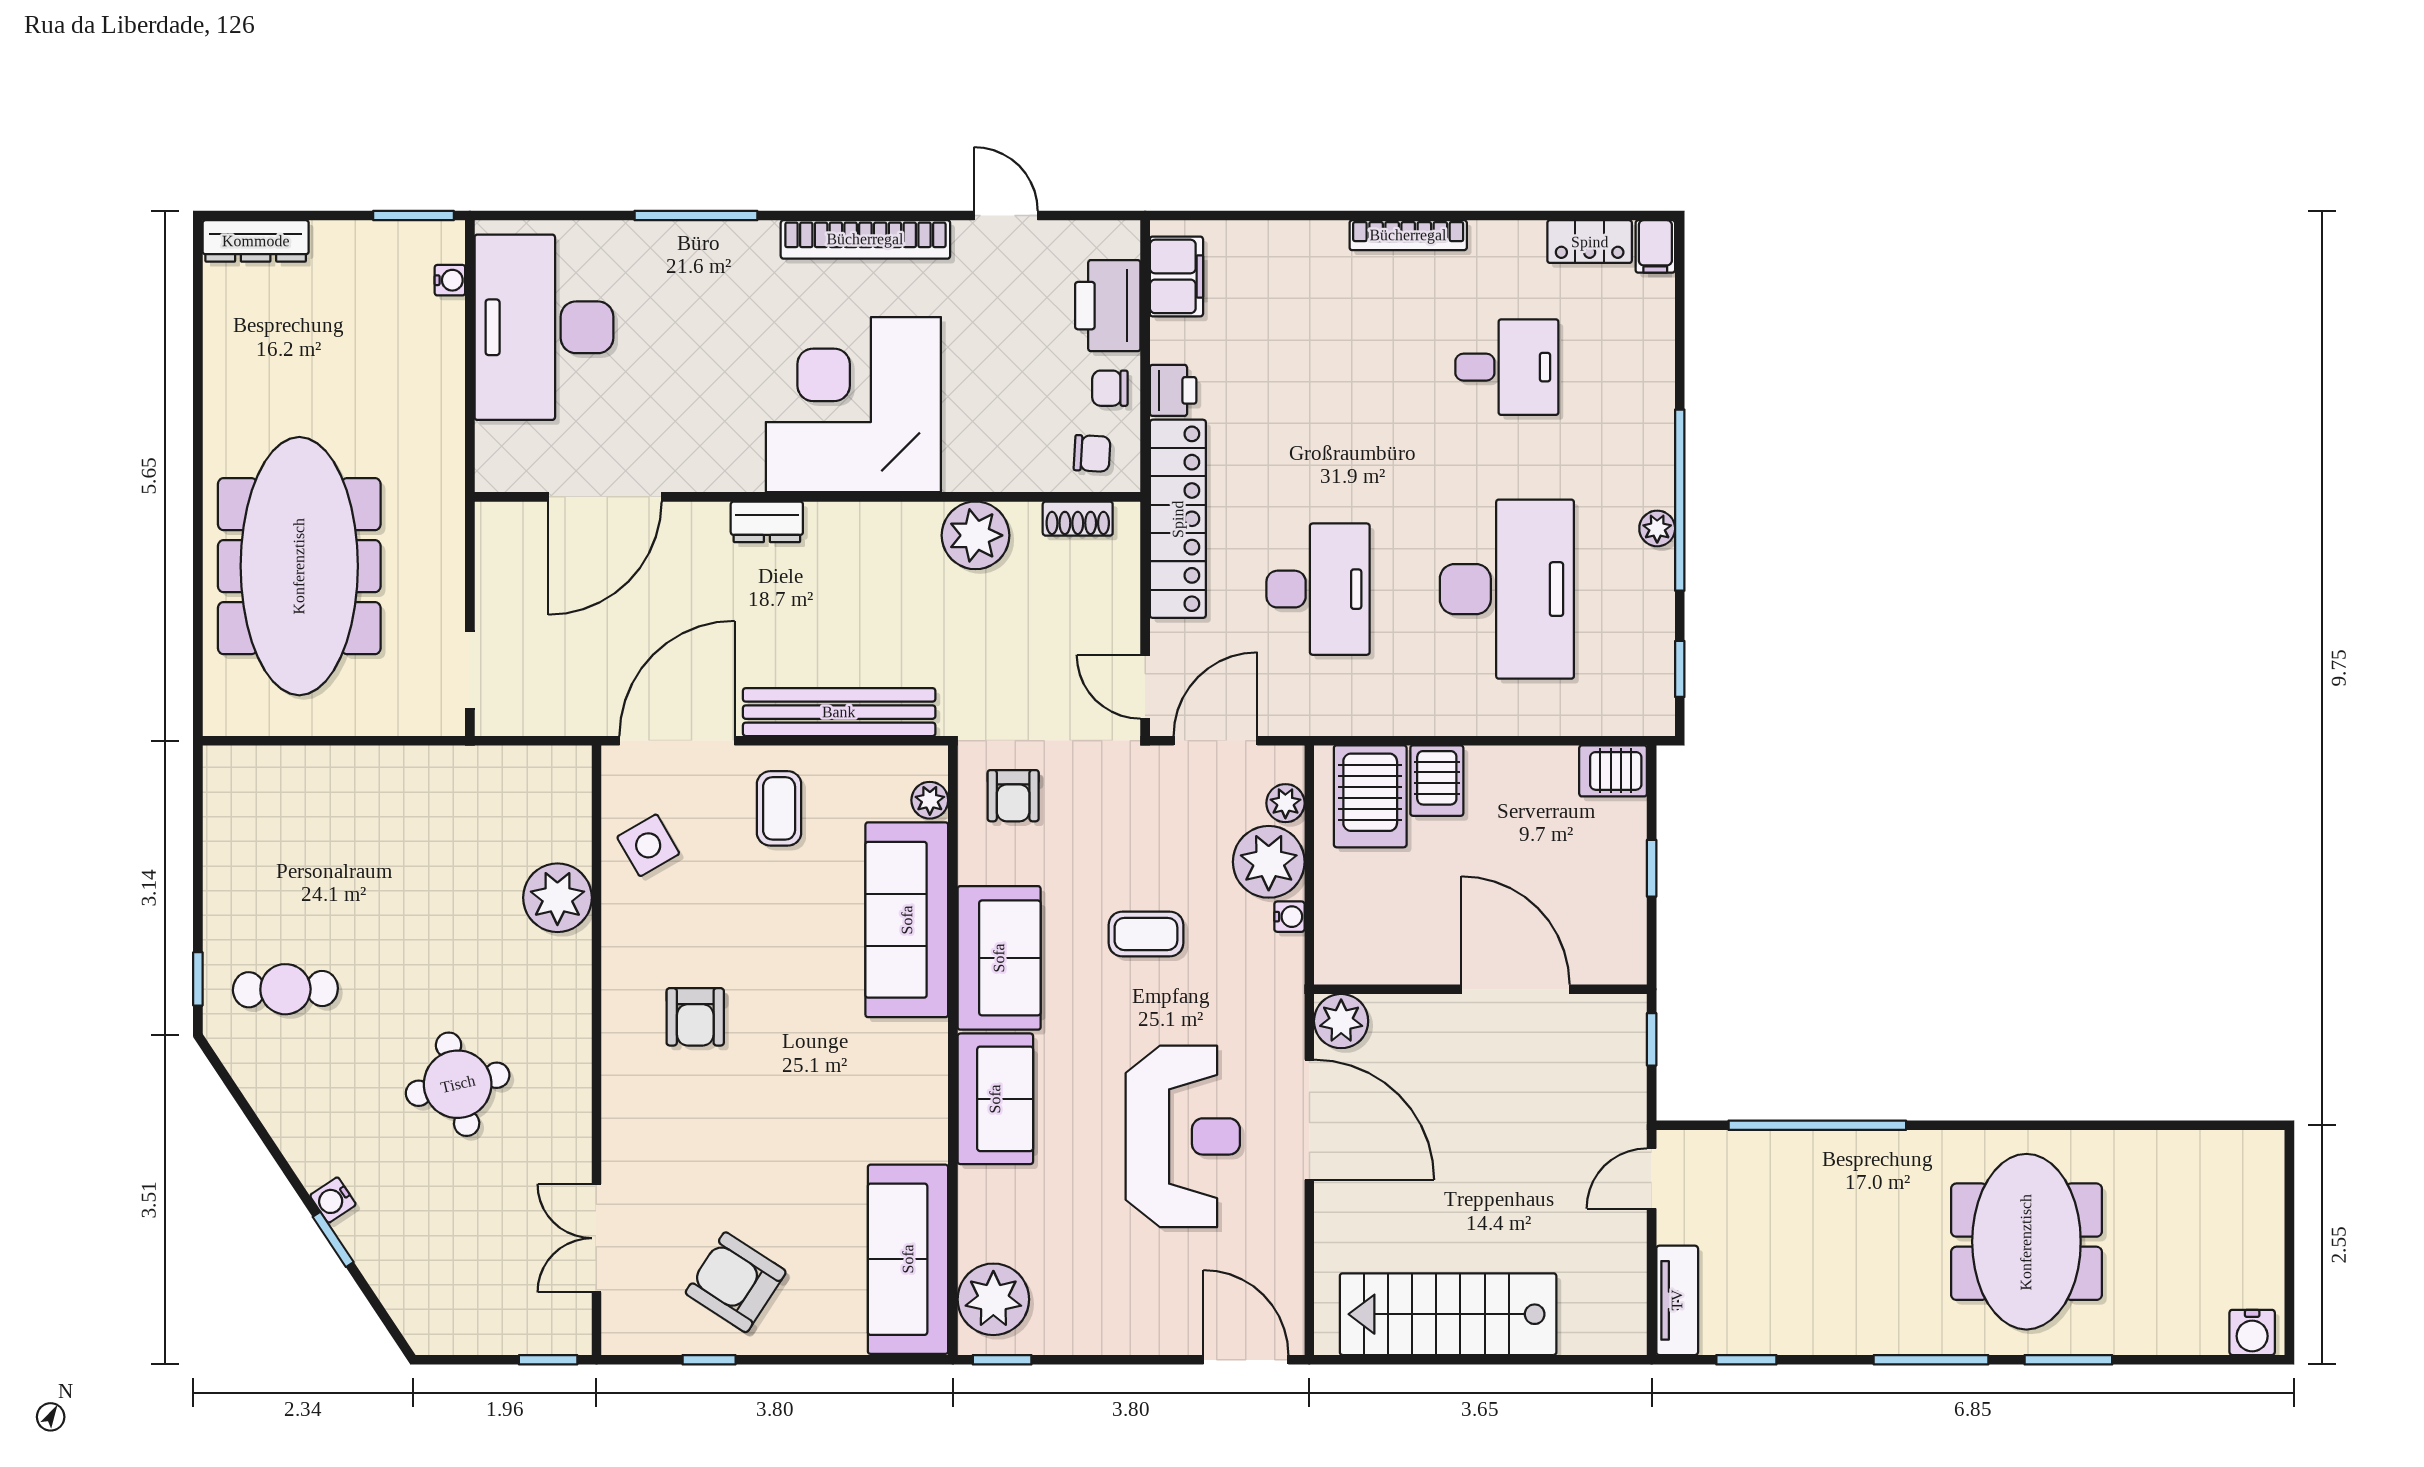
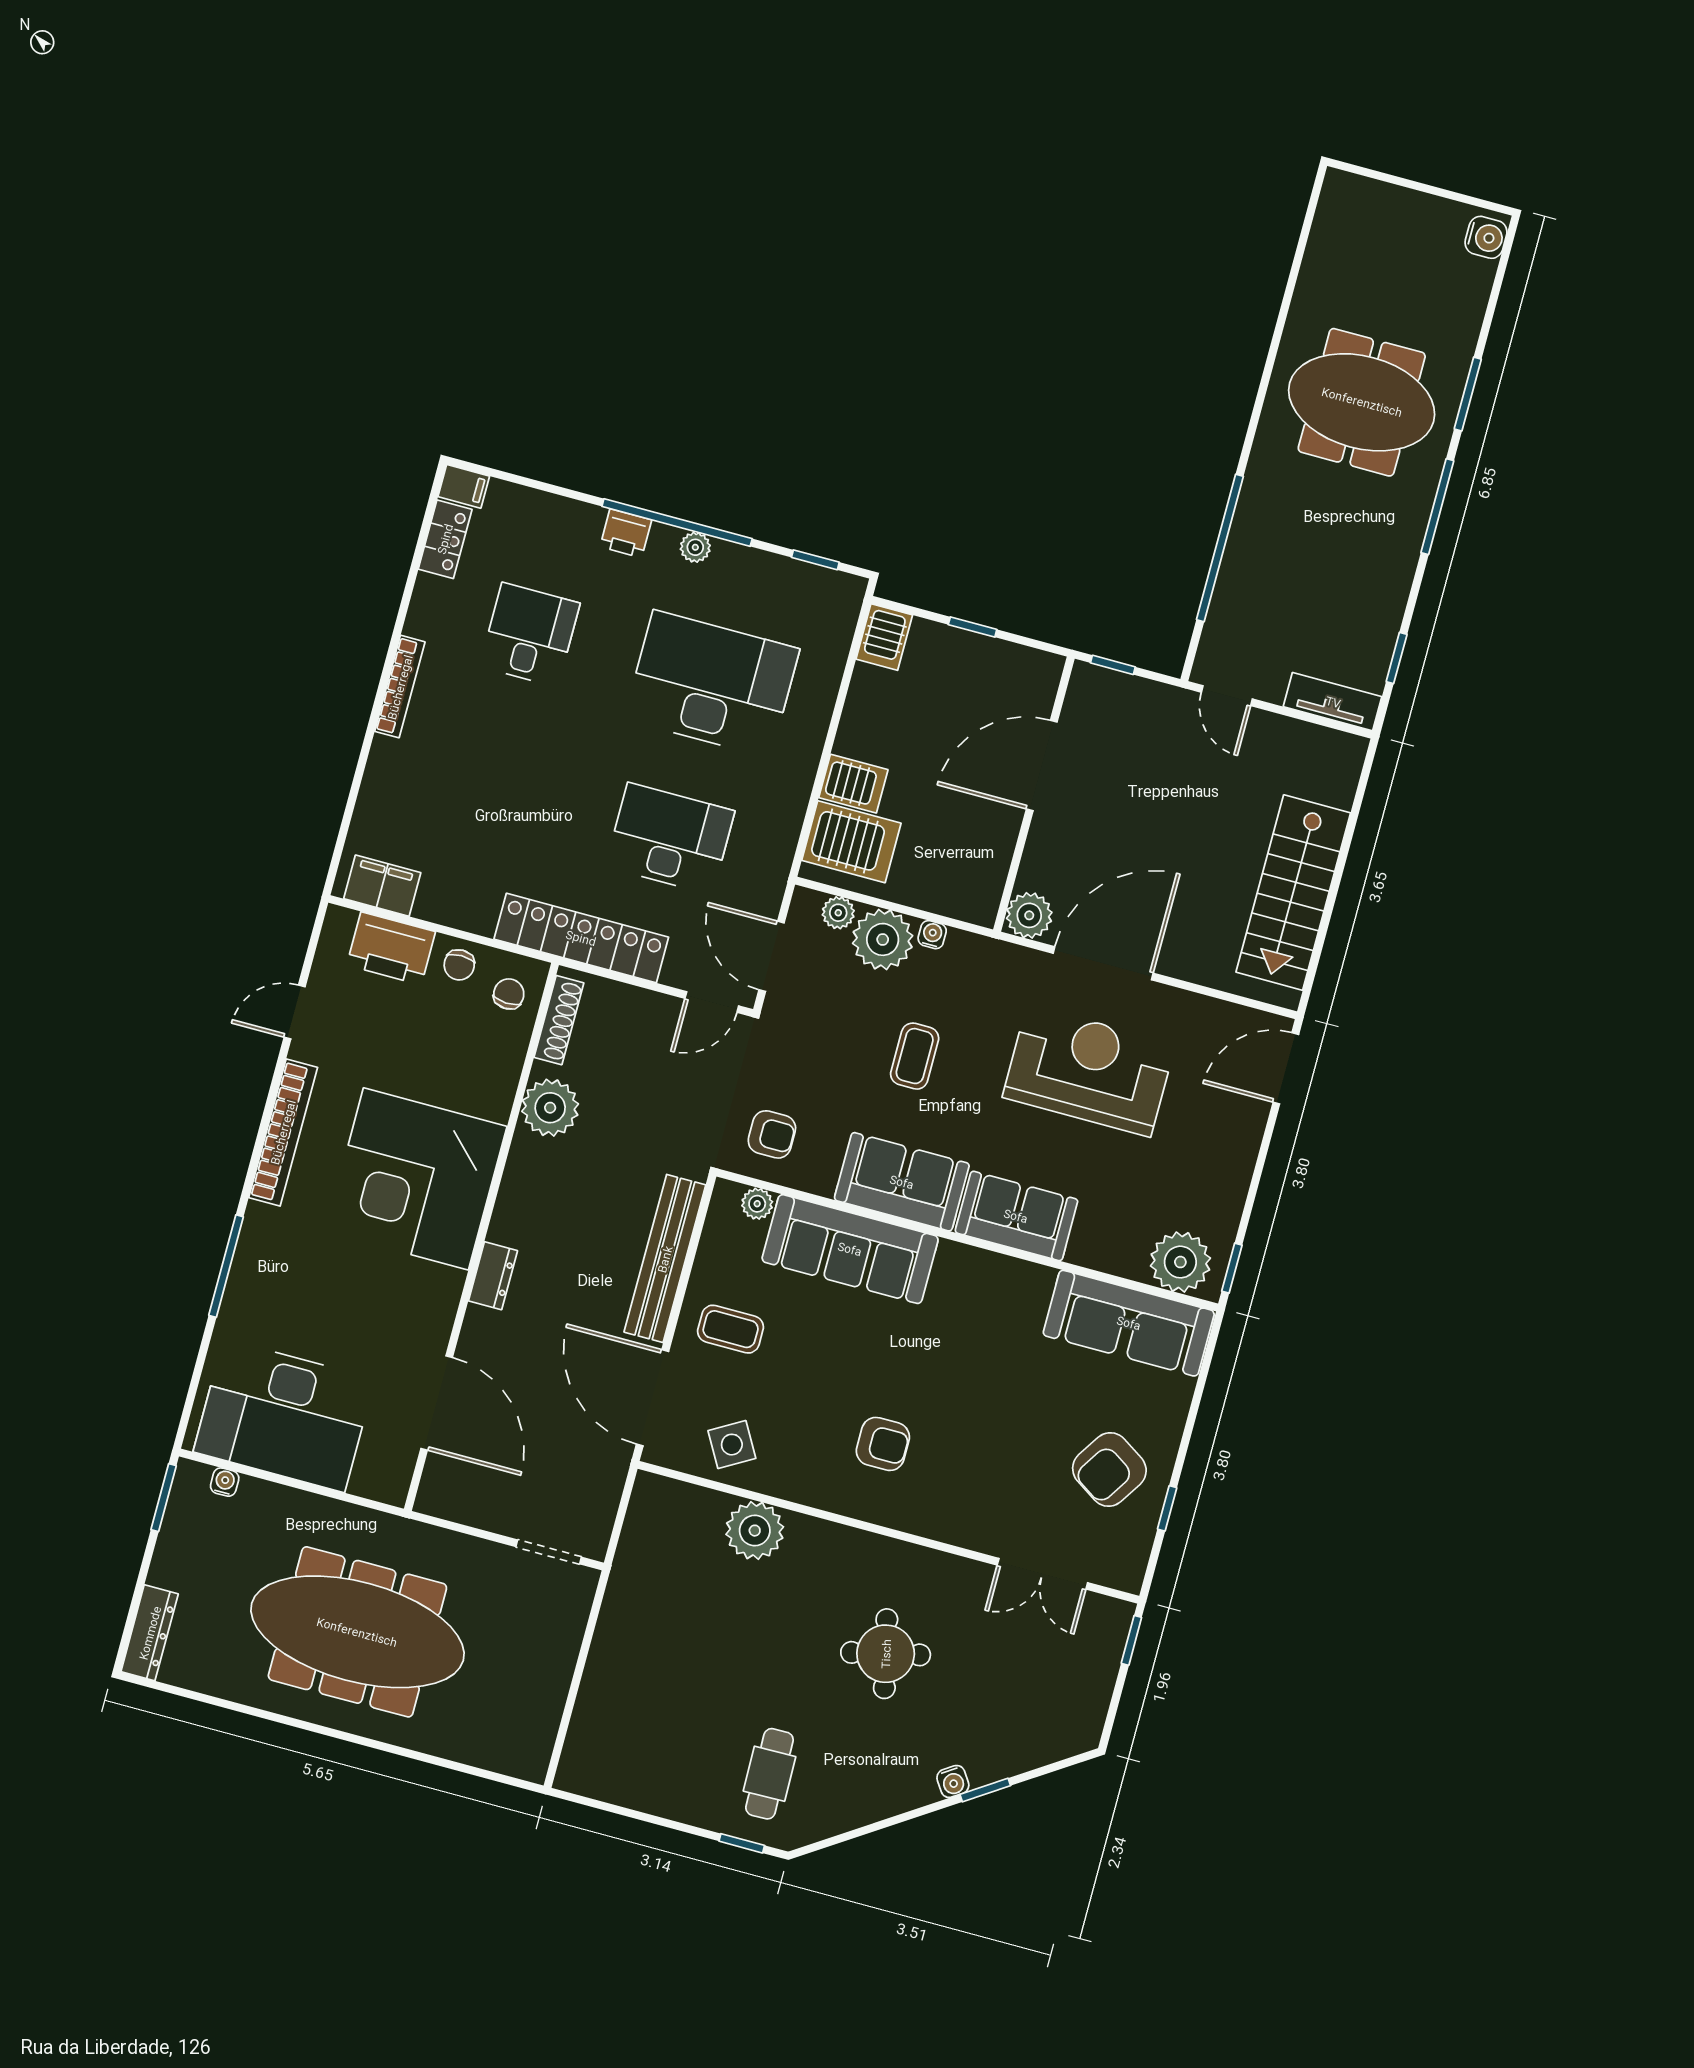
printer: (1173, 390) -> (626, 533), moved, turned 180
shoe rack: (1078, 519) -> (559, 1020), width x1.43
meeting table: (299, 566) -> (357, 1632), moved

